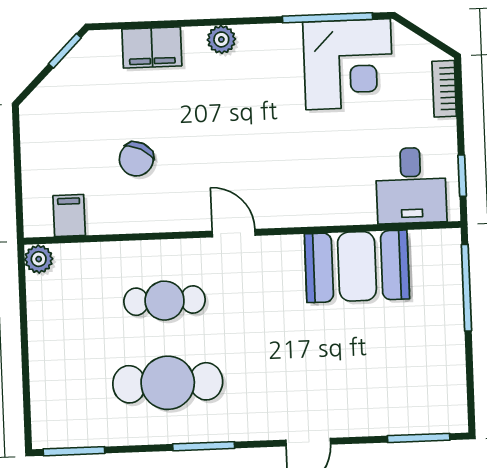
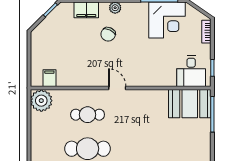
chair: (136, 159) -> (108, 34), moved
plant: (39, 259) -> (41, 101), width x1.87, depth x1.87
booth: (357, 266) -> (190, 104), moved

